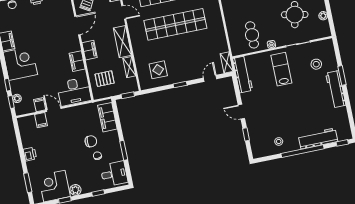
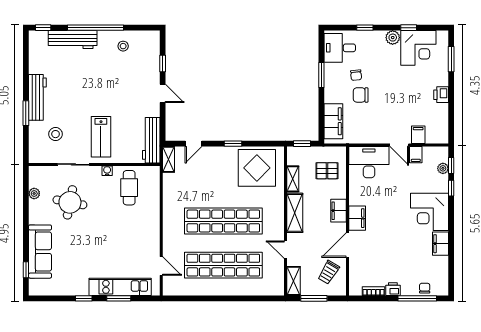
filing cabinet: (77, 61) -> (357, 218), moved
display table: (158, 70) -> (257, 168), width x1.86, depth x1.86

